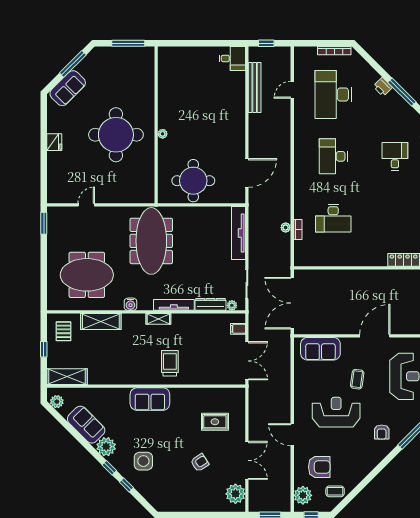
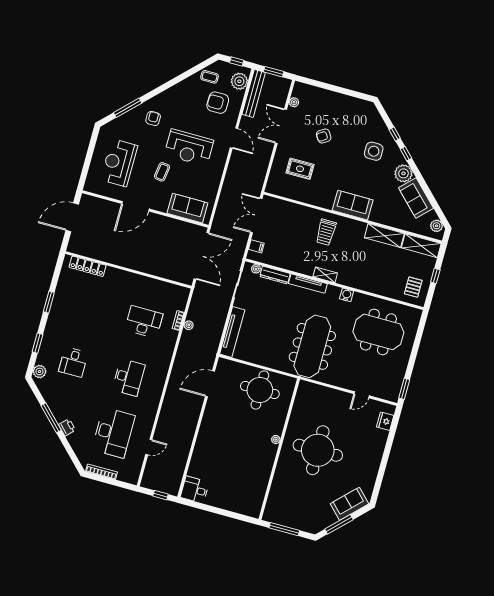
bench: (255, 88) -> (254, 93), moved
fridge: (54, 142) -> (385, 421), moved
shelving: (101, 321) -> (384, 236), moved
plant: (235, 494) -> (294, 102), width x0.53, depth x0.53

